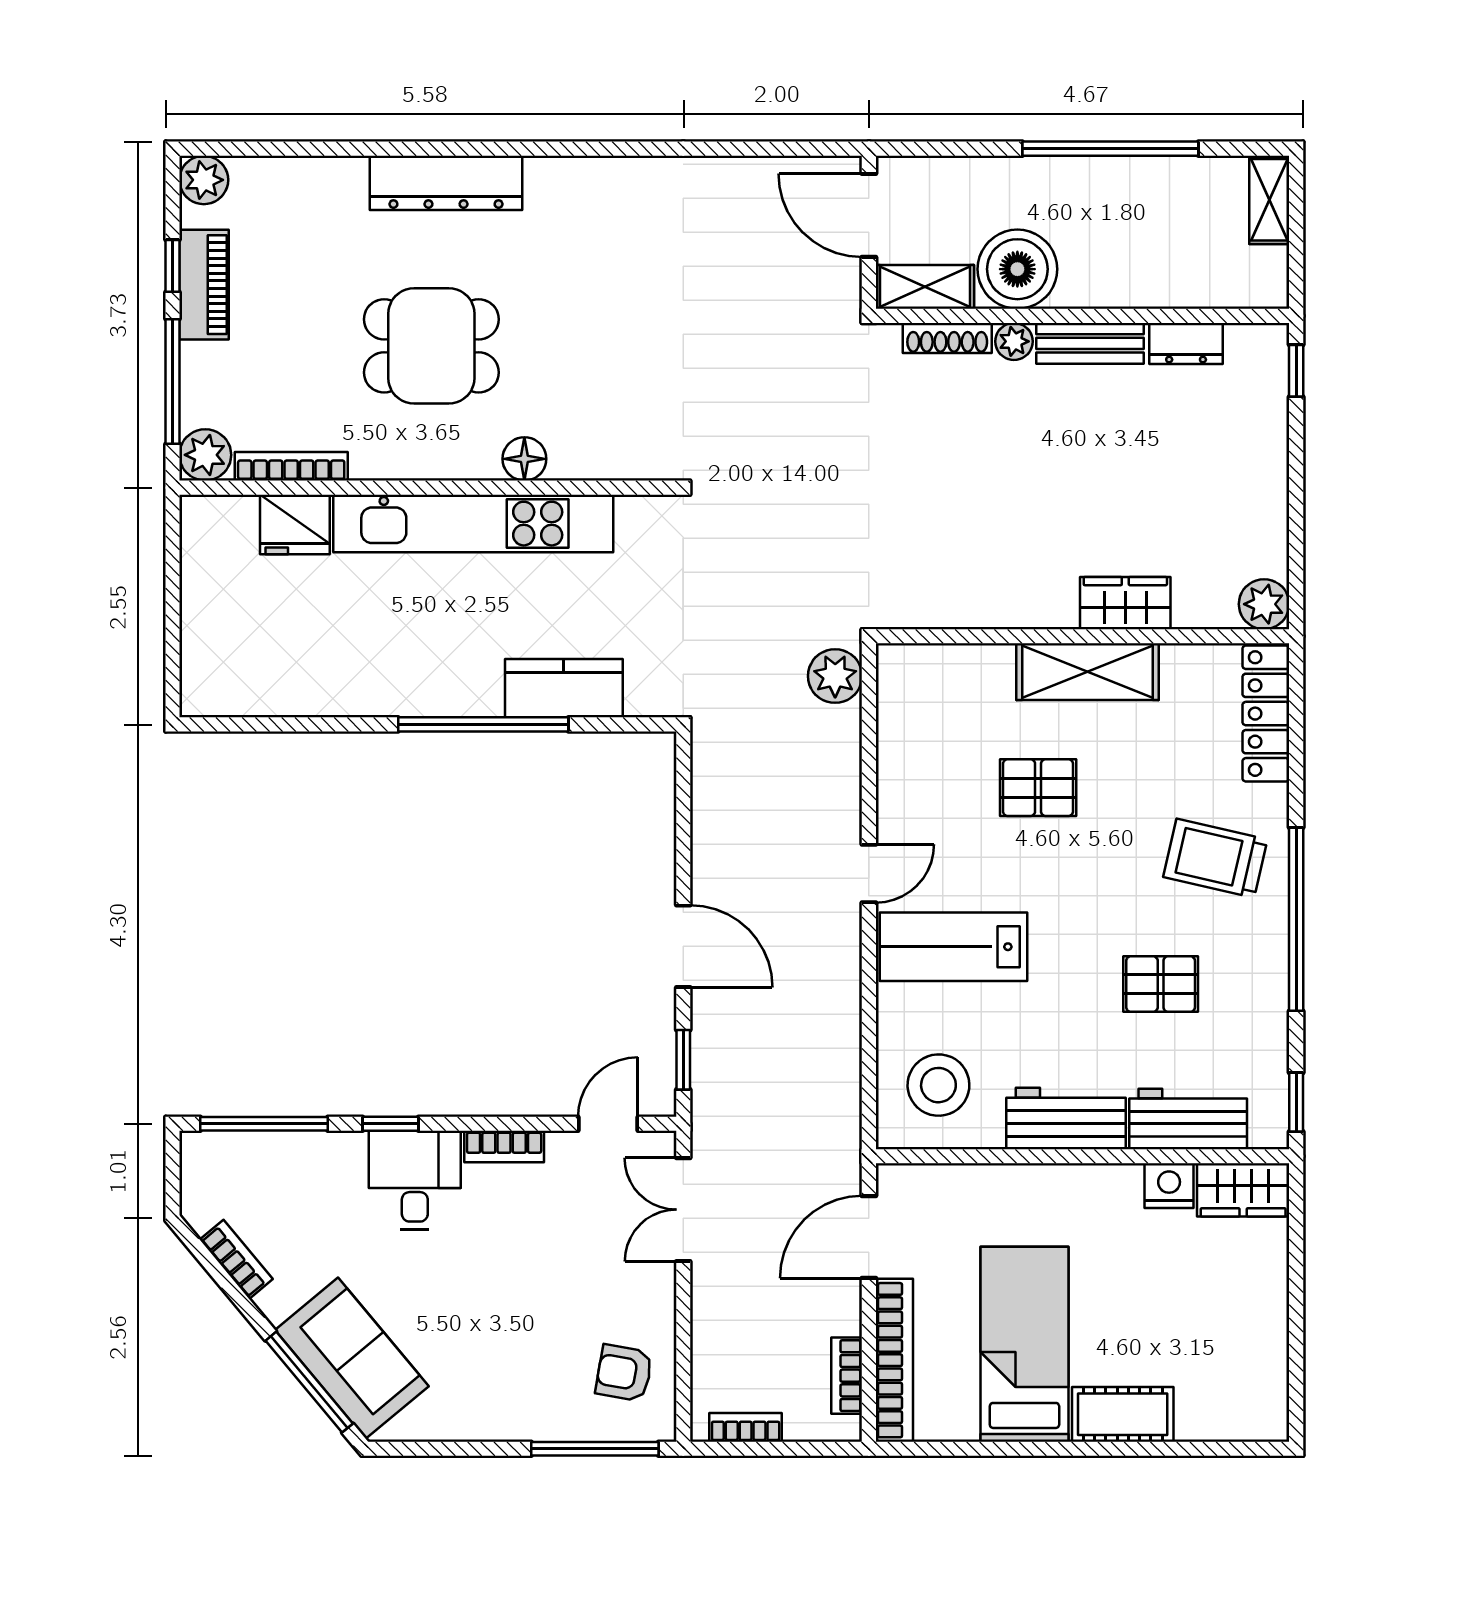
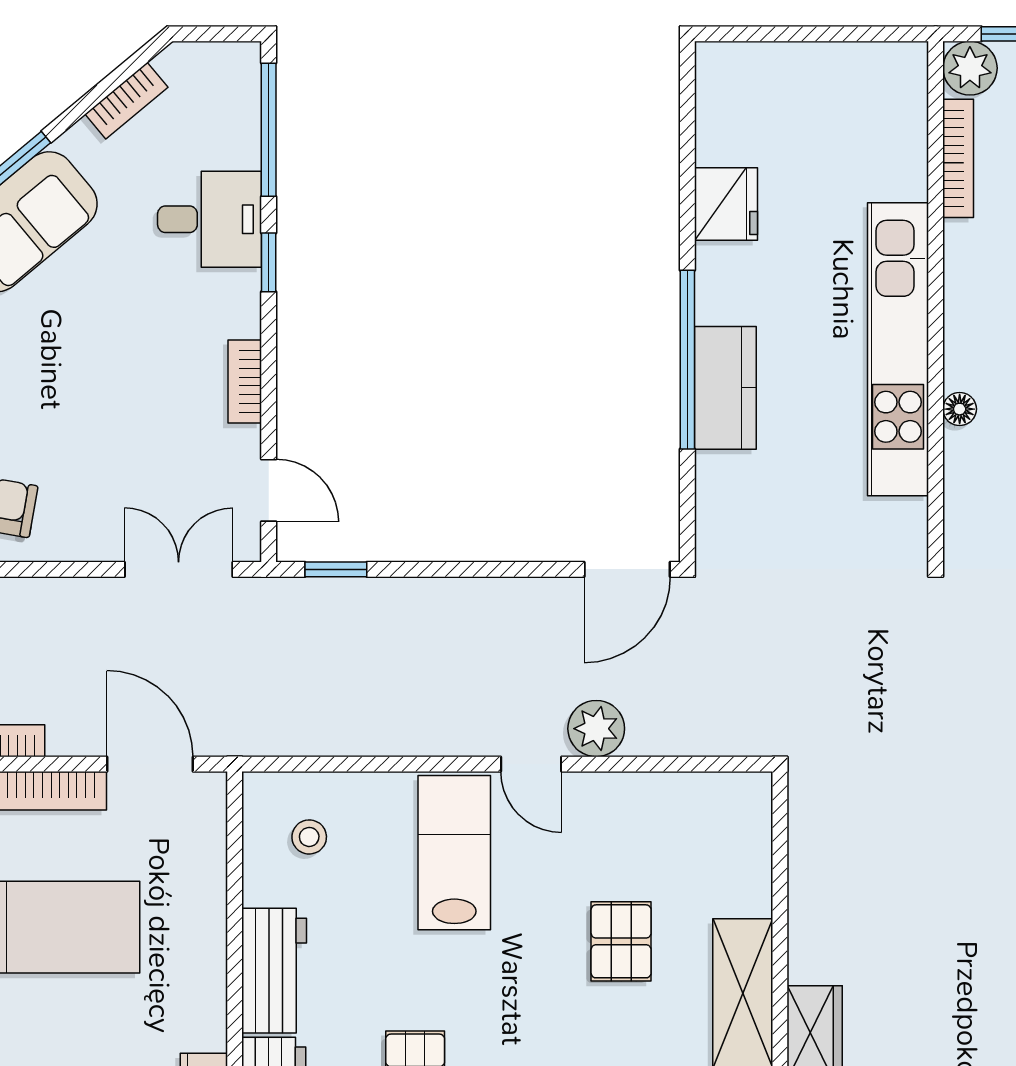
floor lamp: (524, 459) -> (960, 409), width x0.73, depth x0.73
fridge: (295, 525) -> (726, 204), moved, turned 180
plant: (835, 676) -> (596, 729), moved
kitchen counter: (564, 688) -> (725, 388), moved
door: (683, 946) -> (627, 569), moved
stool: (938, 1085) -> (309, 837), width x0.53, depth x0.53
desk: (415, 1180) -> (210, 219), moved

